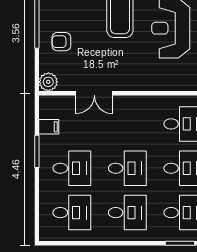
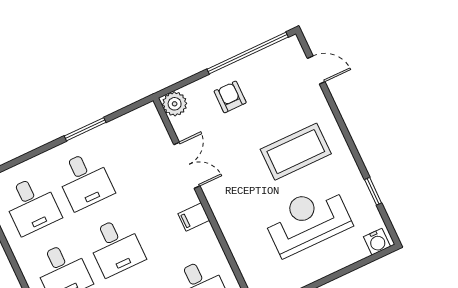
double door: (94, 93) -> (187, 165), swing flipped
filing cabinet: (49, 127) -> (194, 217), moved, turned 90

